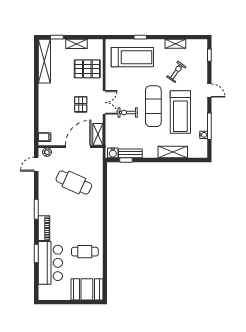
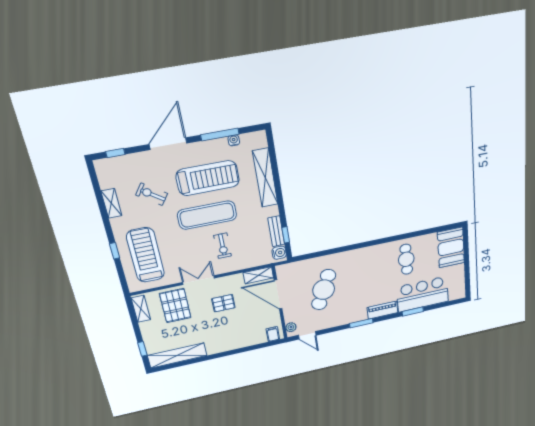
shelving: (77, 44) -> (141, 309), moved
door: (209, 91) -> (168, 144), width x1.88
double door: (104, 102) -> (198, 280), moved
shelving: (173, 152) -> (265, 178), width x1.47

